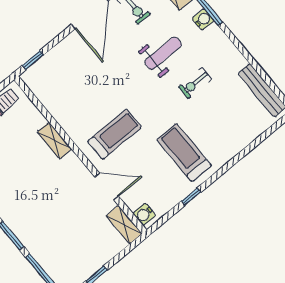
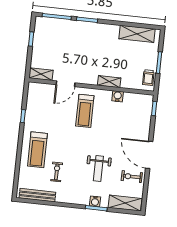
exercise bike: (195, 83) -> (57, 172), moved
treadmill: (184, 152) -> (37, 150), moved, turned 90
water cooler: (144, 214) -> (118, 96), moved

